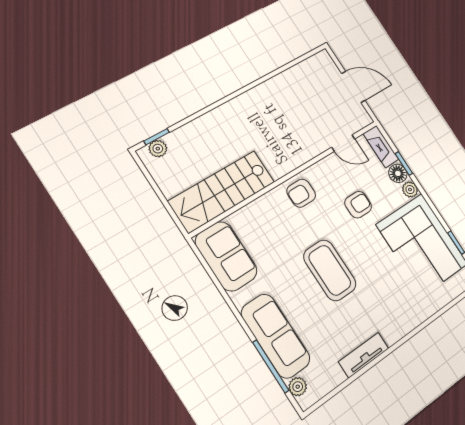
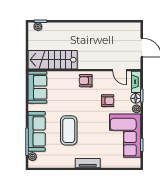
coffee table: (330, 270) -> (69, 130), moved
tv unit: (364, 355) -> (88, 163), moved

